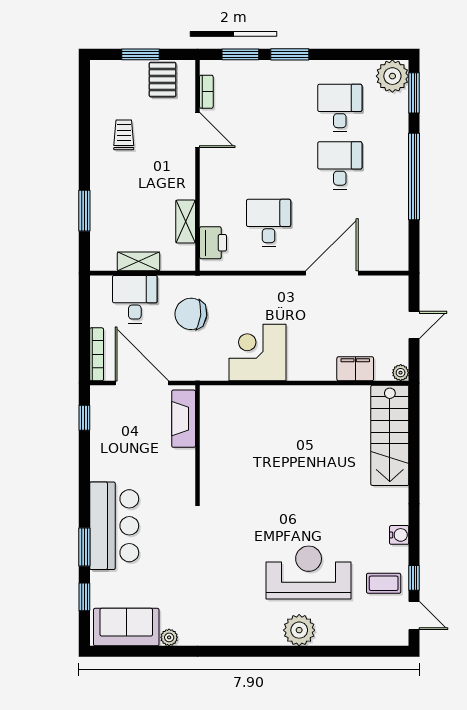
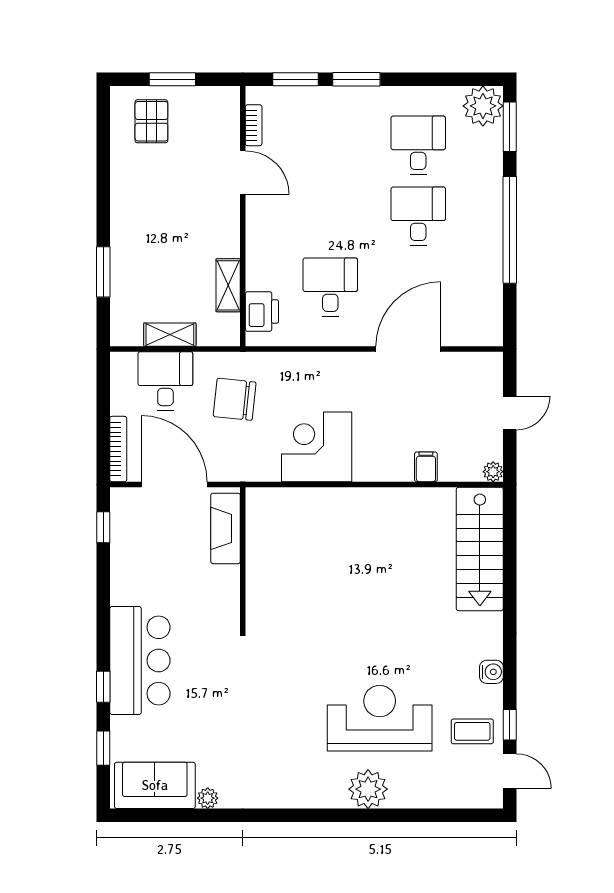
pallet: (163, 80) -> (151, 121), moved
trolley: (124, 135) -> (152, 178), removed
filing cabinet: (355, 369) -> (426, 467), width x0.50
window: (84, 547) -> (103, 687), width x0.67

